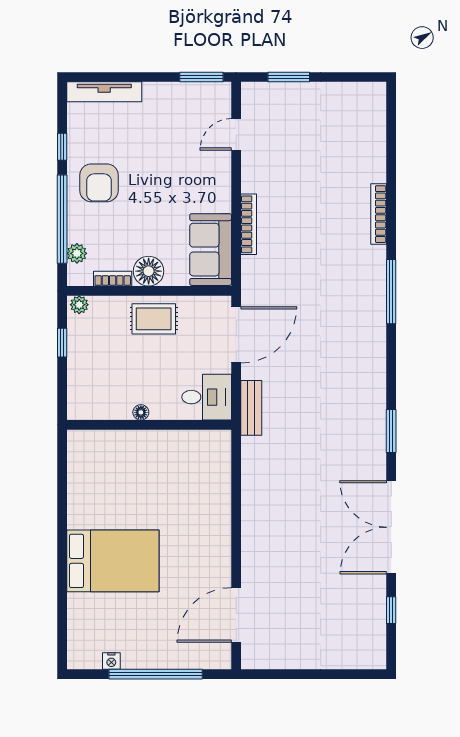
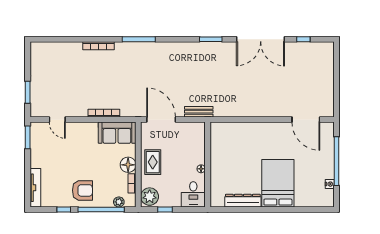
plant: (79, 305) -> (150, 197), width x1.88, depth x1.88
desk: (207, 397) -> (193, 194), moved, turned 180
dresser: (79, 493) -> (243, 201), added

